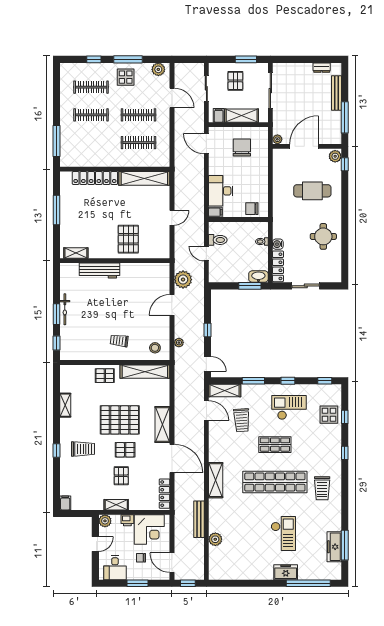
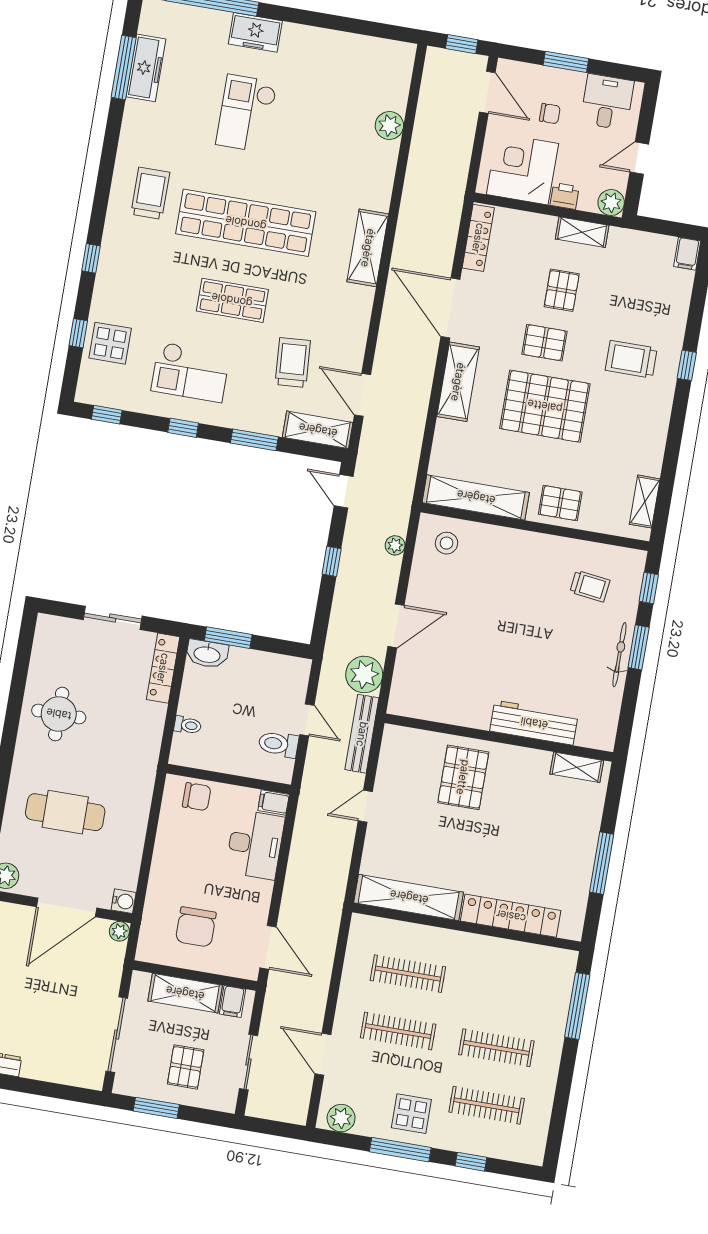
water cooler: (278, 244) -> (124, 901), moved
trolley: (119, 341) -> (590, 586), moved
shelving: (65, 405) -> (645, 502), moved
bench: (199, 519) -> (362, 734), moved

